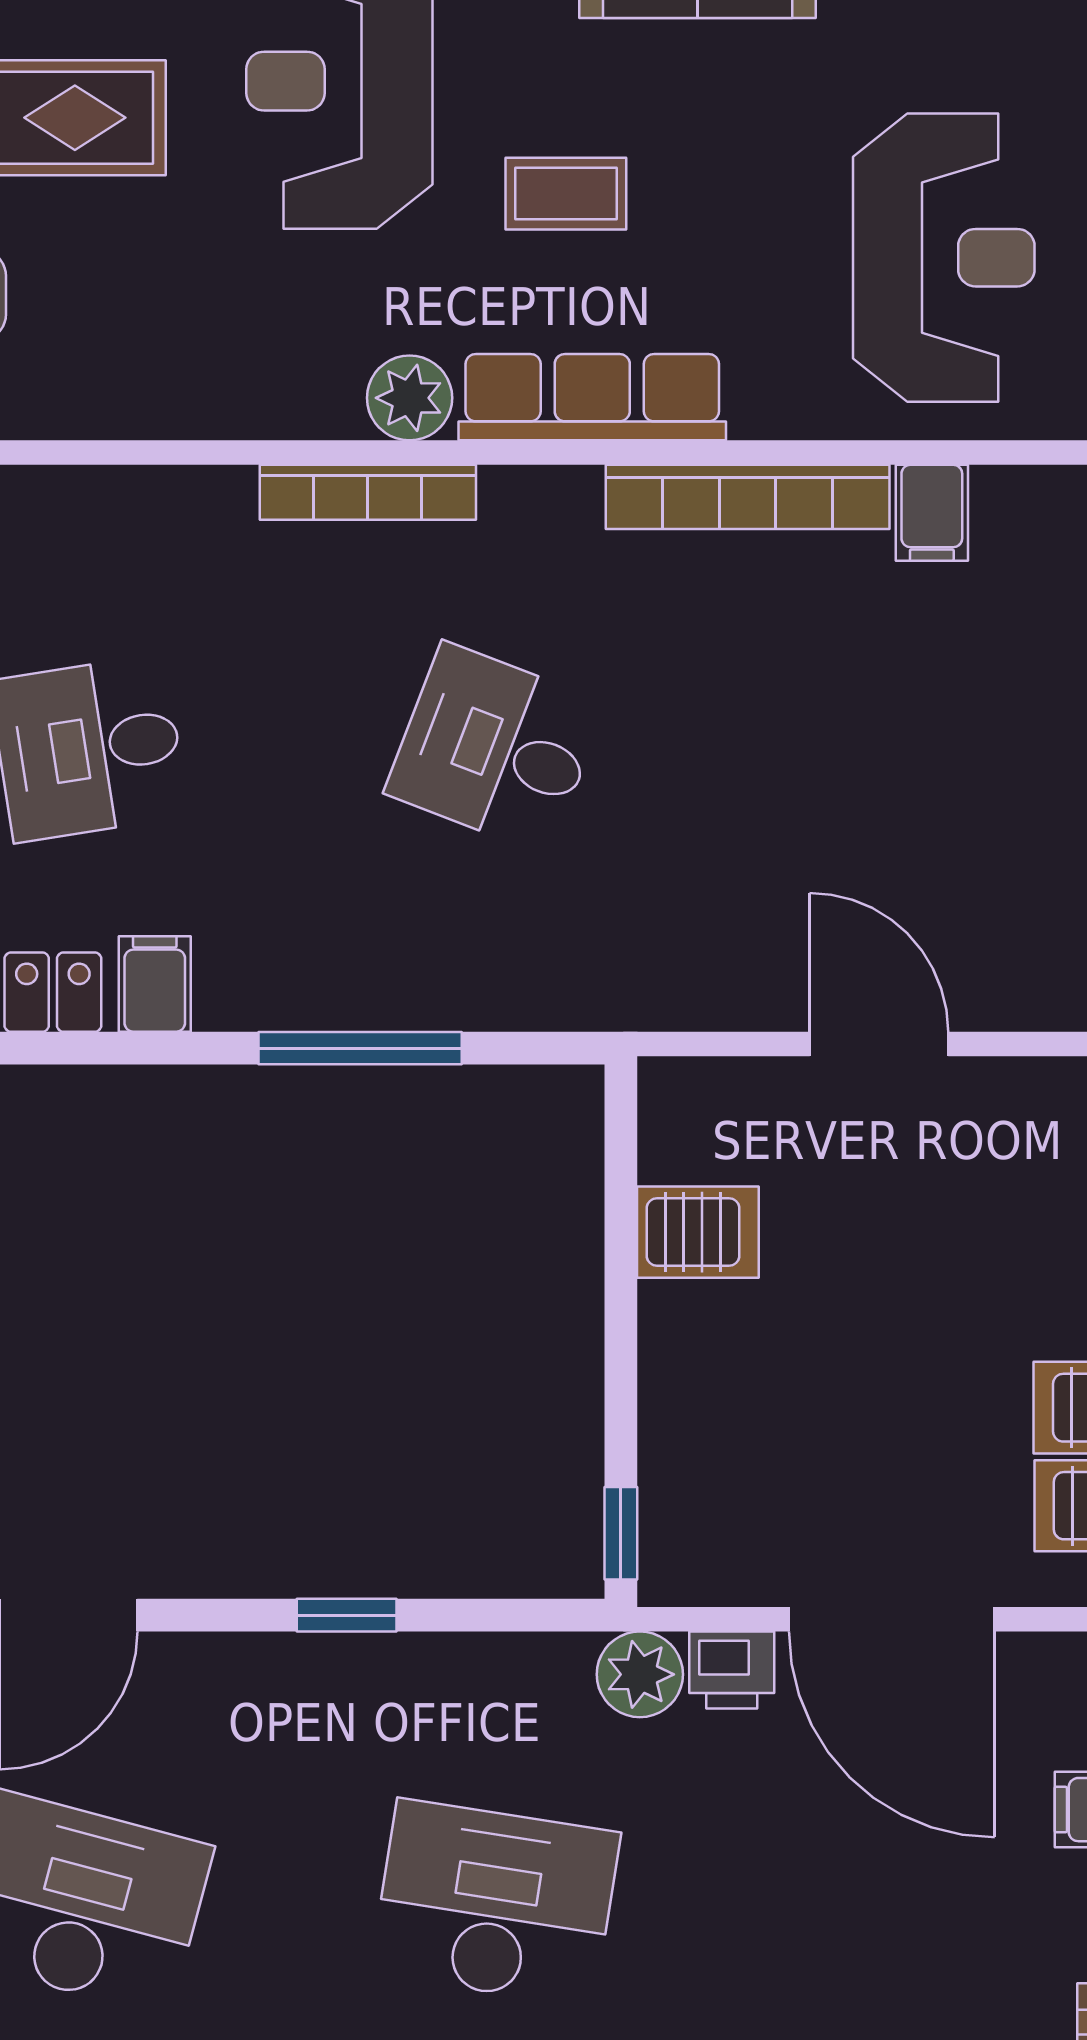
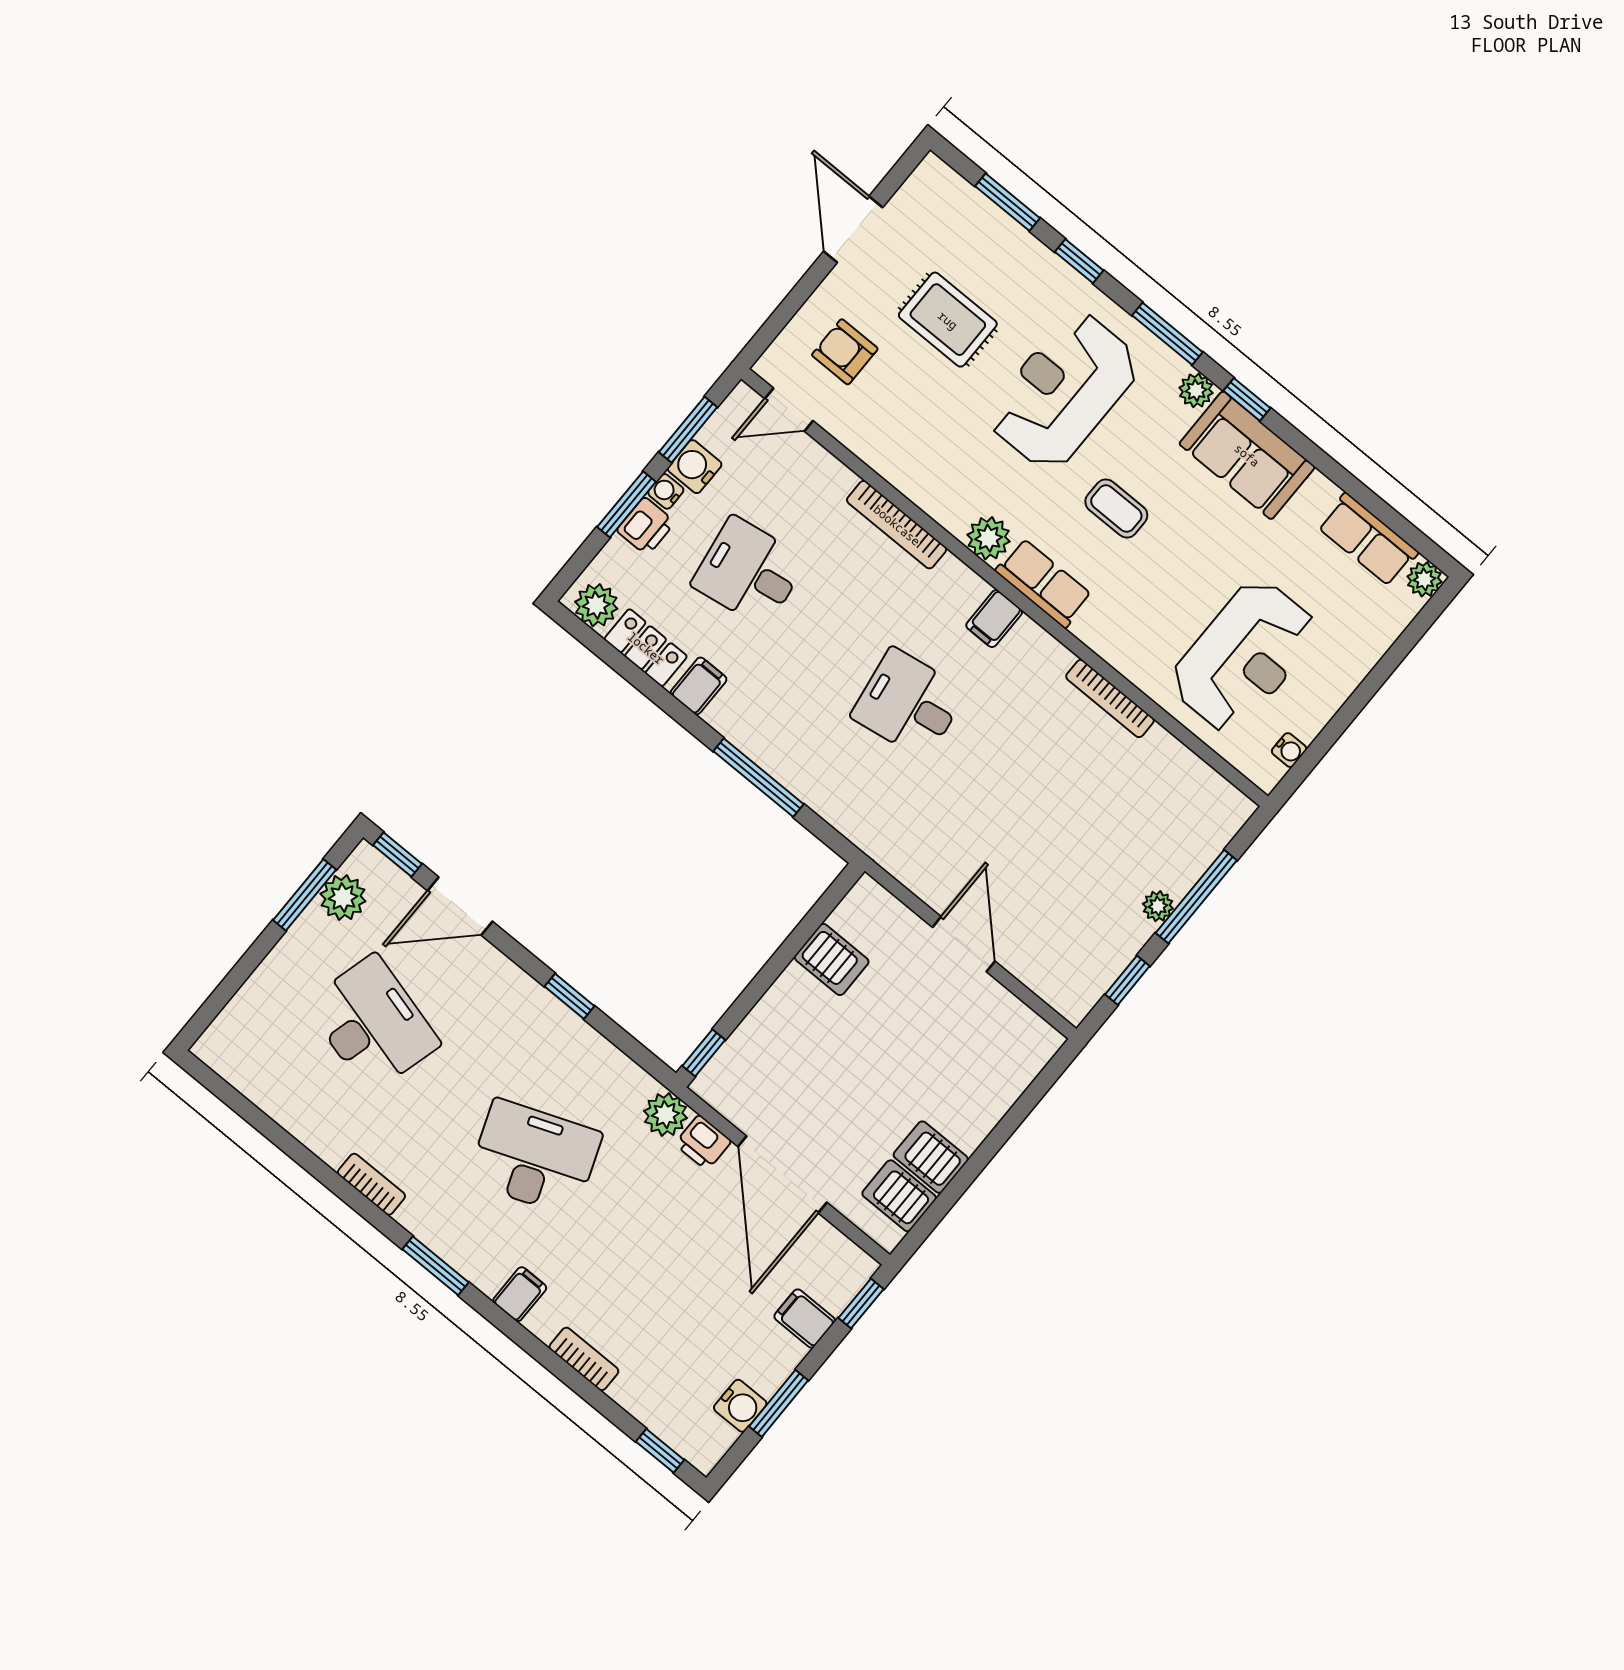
row of seats: (592, 397) -> (1044, 583), width x0.68
bookcase: (368, 492) -> (897, 525), moved
bookcase: (748, 497) -> (1110, 699), width x0.68, depth x0.76
filing cabinet: (932, 513) -> (994, 619), moved
desk: (495, 748) -> (909, 704), turned -30
desk: (495, 1903) -> (535, 1158), turned -30

